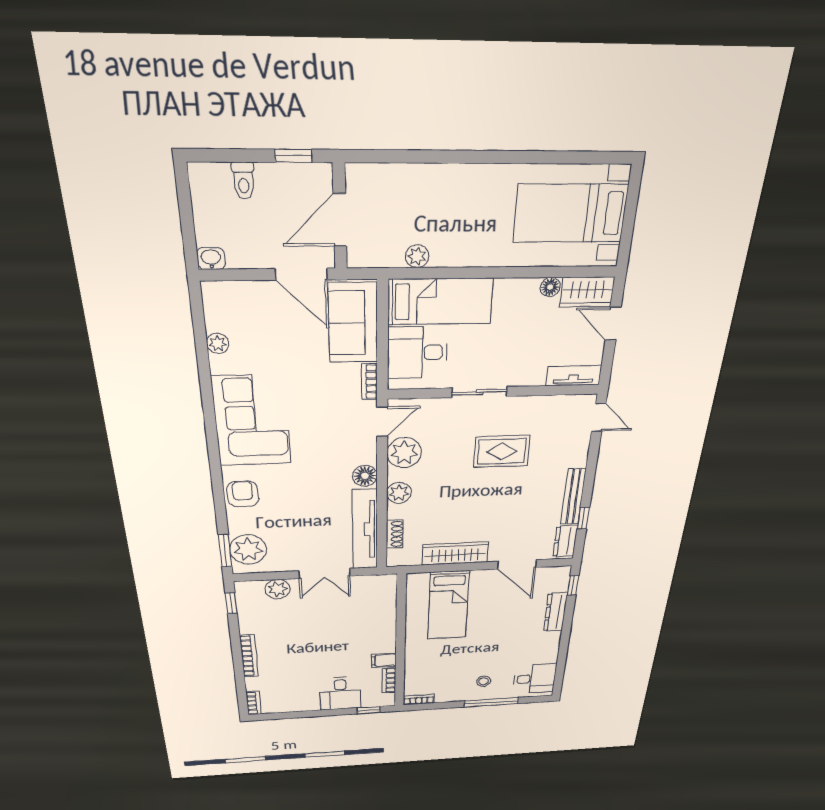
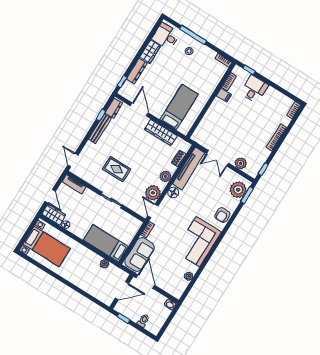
desk: (417, 353) -> (124, 230), removed
door: (382, 422) -> (153, 211), hinge flipped
double door: (324, 573) -> (218, 158), swing flipped
wardrobe: (548, 647) -> (150, 52), added

